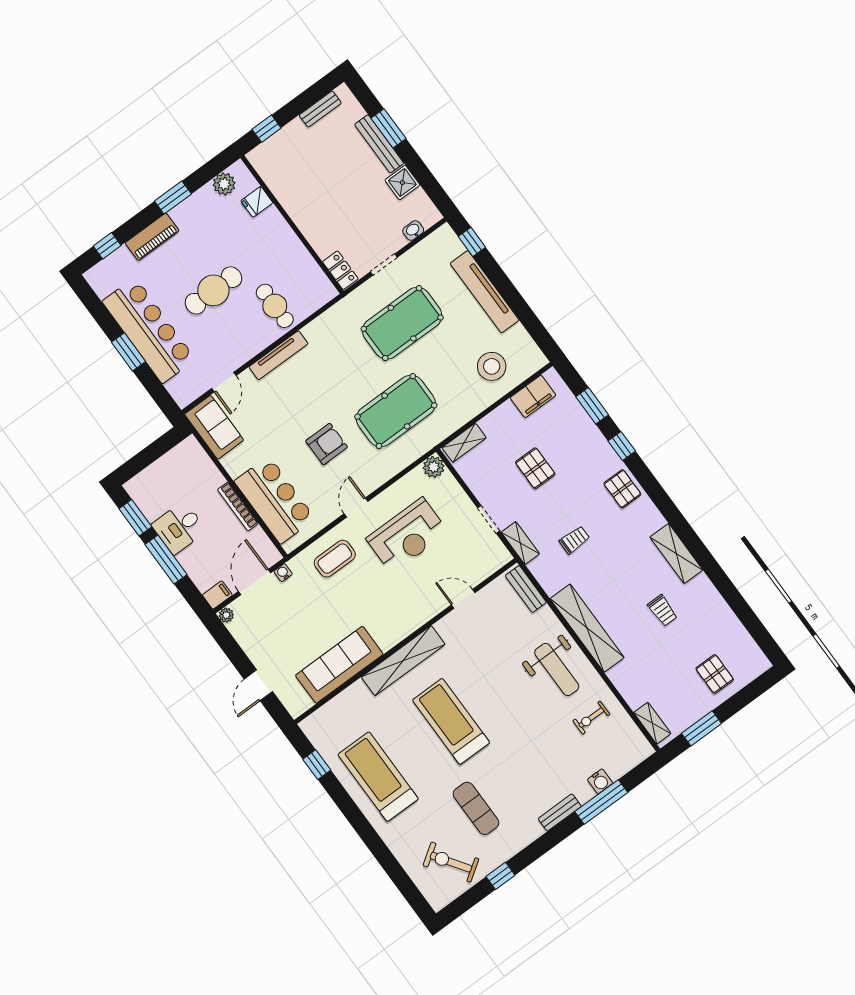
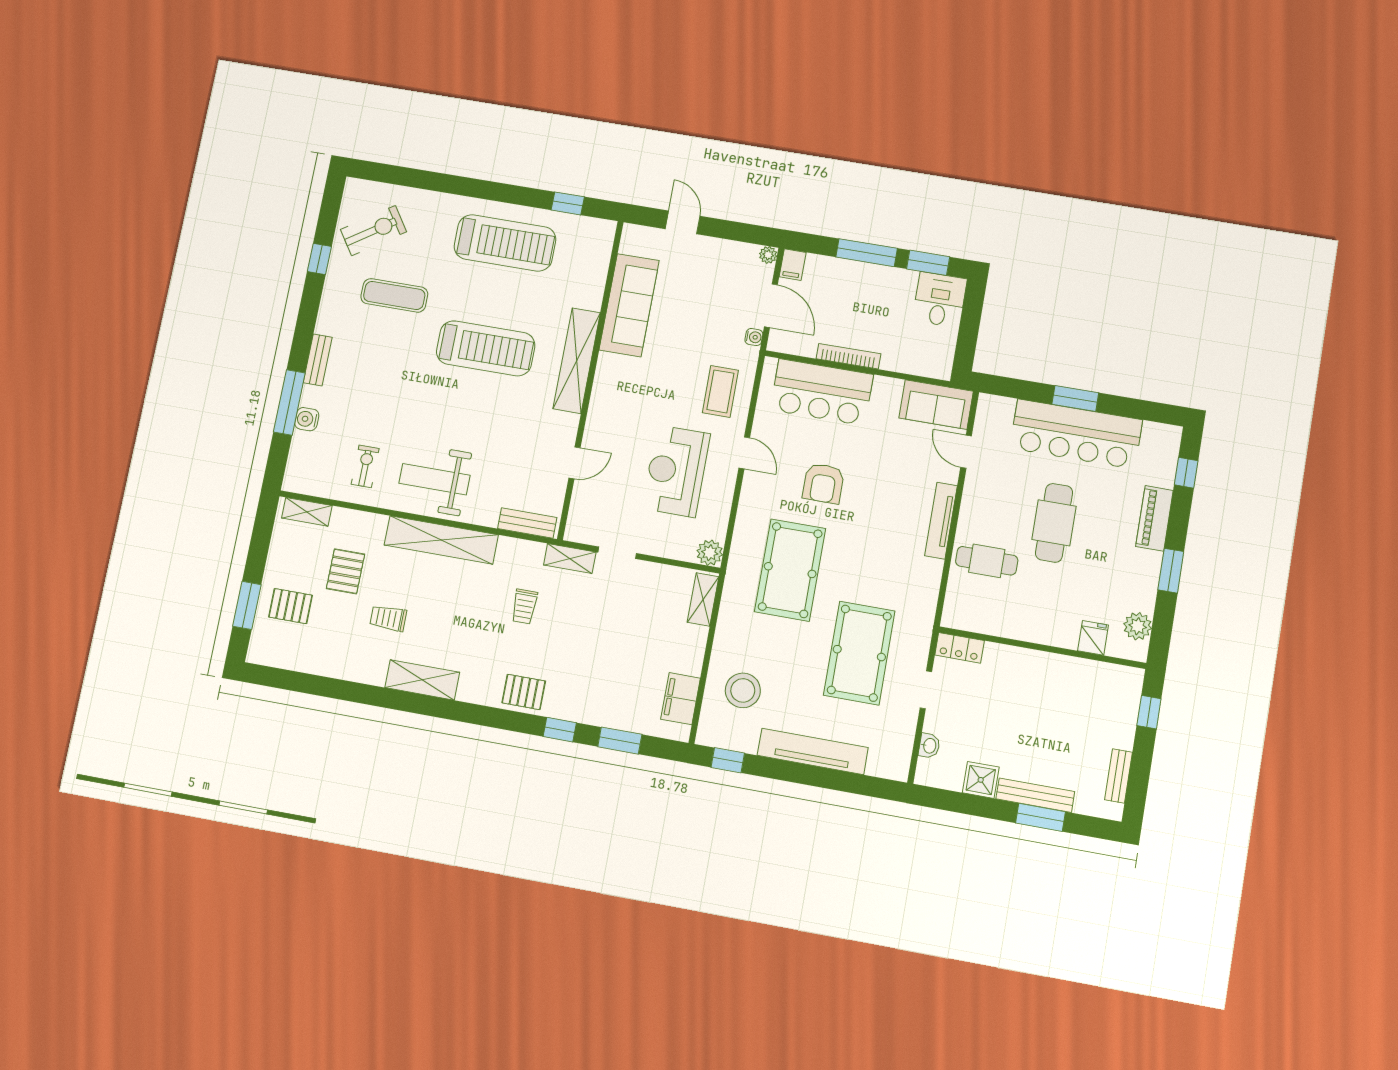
window: (472, 242) -> (728, 760), moved
pallet: (535, 468) -> (346, 571), moved, turned 90
desk: (179, 528) -> (940, 300), moved
window: (702, 728) -> (247, 605), moved

